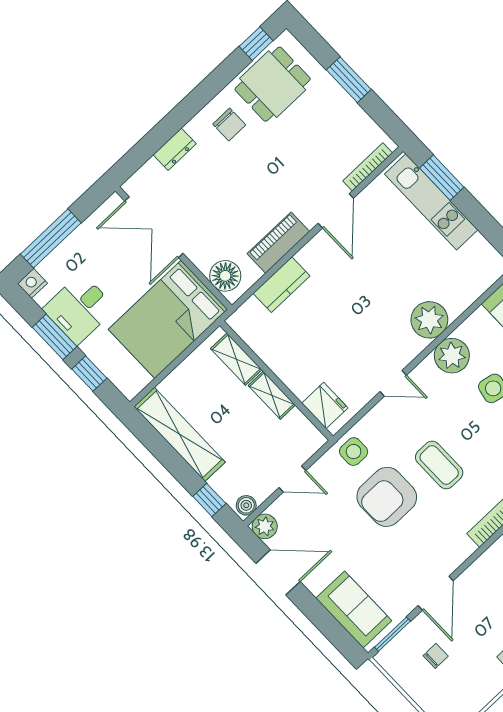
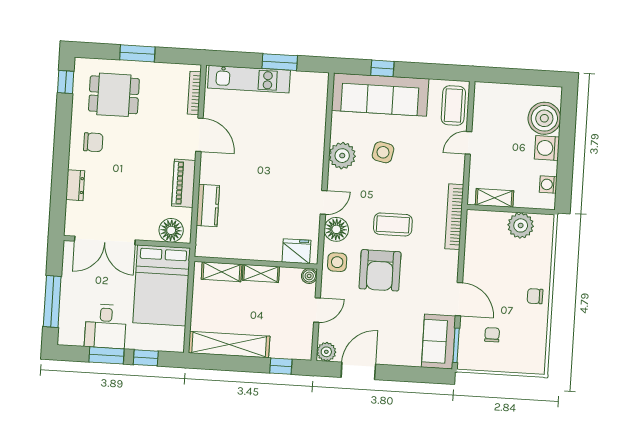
dining table: (273, 84) -> (114, 95), moved, turned 90
window: (442, 178) -> (280, 62), moved
nightstand: (32, 283) -> (65, 337), removed
plant: (429, 320) -> (310, 147), removed
floor lamp: (382, 420) -> (336, 229), added
boiler: (246, 505) -> (309, 276), moved
sofa: (354, 609) -> (439, 342), moved, turned -90

